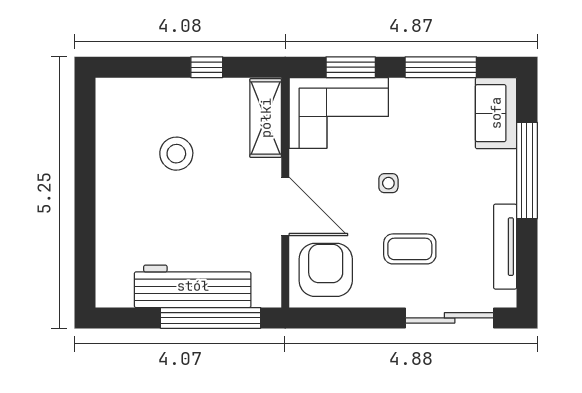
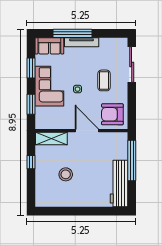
window: (441, 67) -> (31, 68), width x0.69
corner sofa: (339, 113) -> (49, 86), moved
door: (285, 206) -> (87, 131), hinge flipped
tv unit: (505, 247) -> (82, 42), moved
workbench: (193, 286) -> (119, 184), moved

